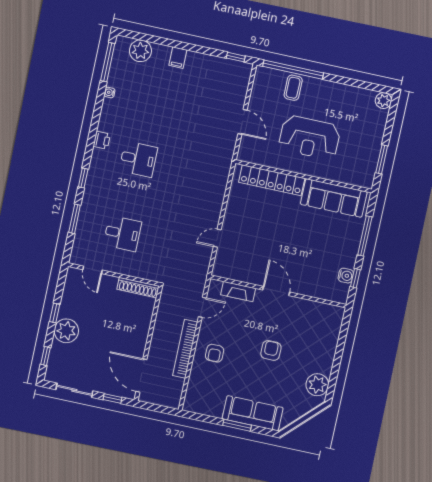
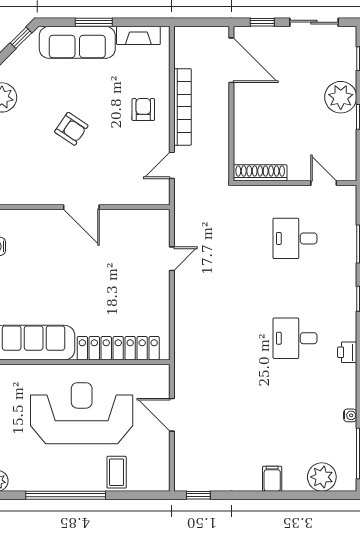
window: (293, 70) -> (66, 495), moved
reception desk: (310, 138) -> (82, 413), width x1.36, depth x1.30
fireplace: (238, 292) -> (138, 35), moved, turned 180
armchair: (271, 350) -> (71, 129), turned -56
window: (293, 425) -> (21, 38), added

